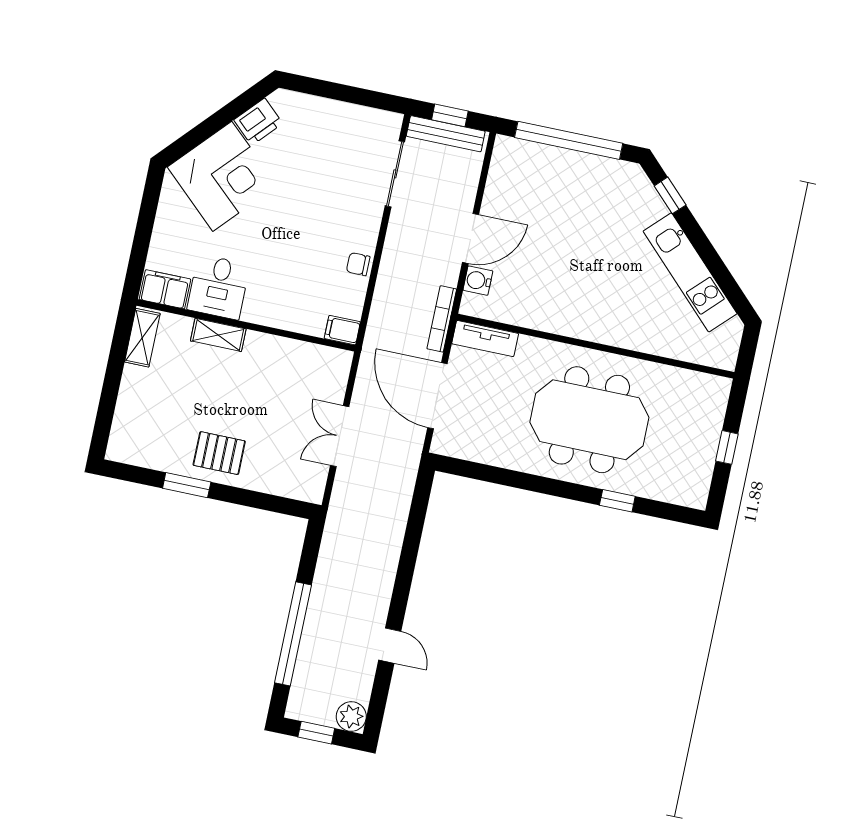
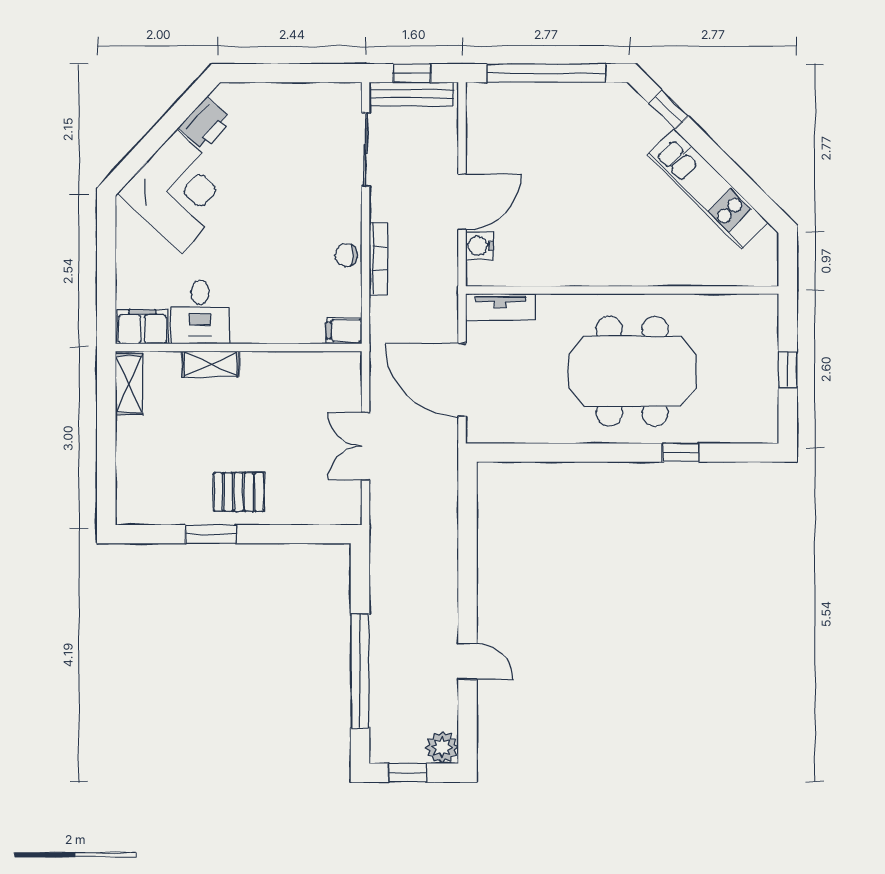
bookcase: (442, 319) -> (378, 259), moved, turned 180

